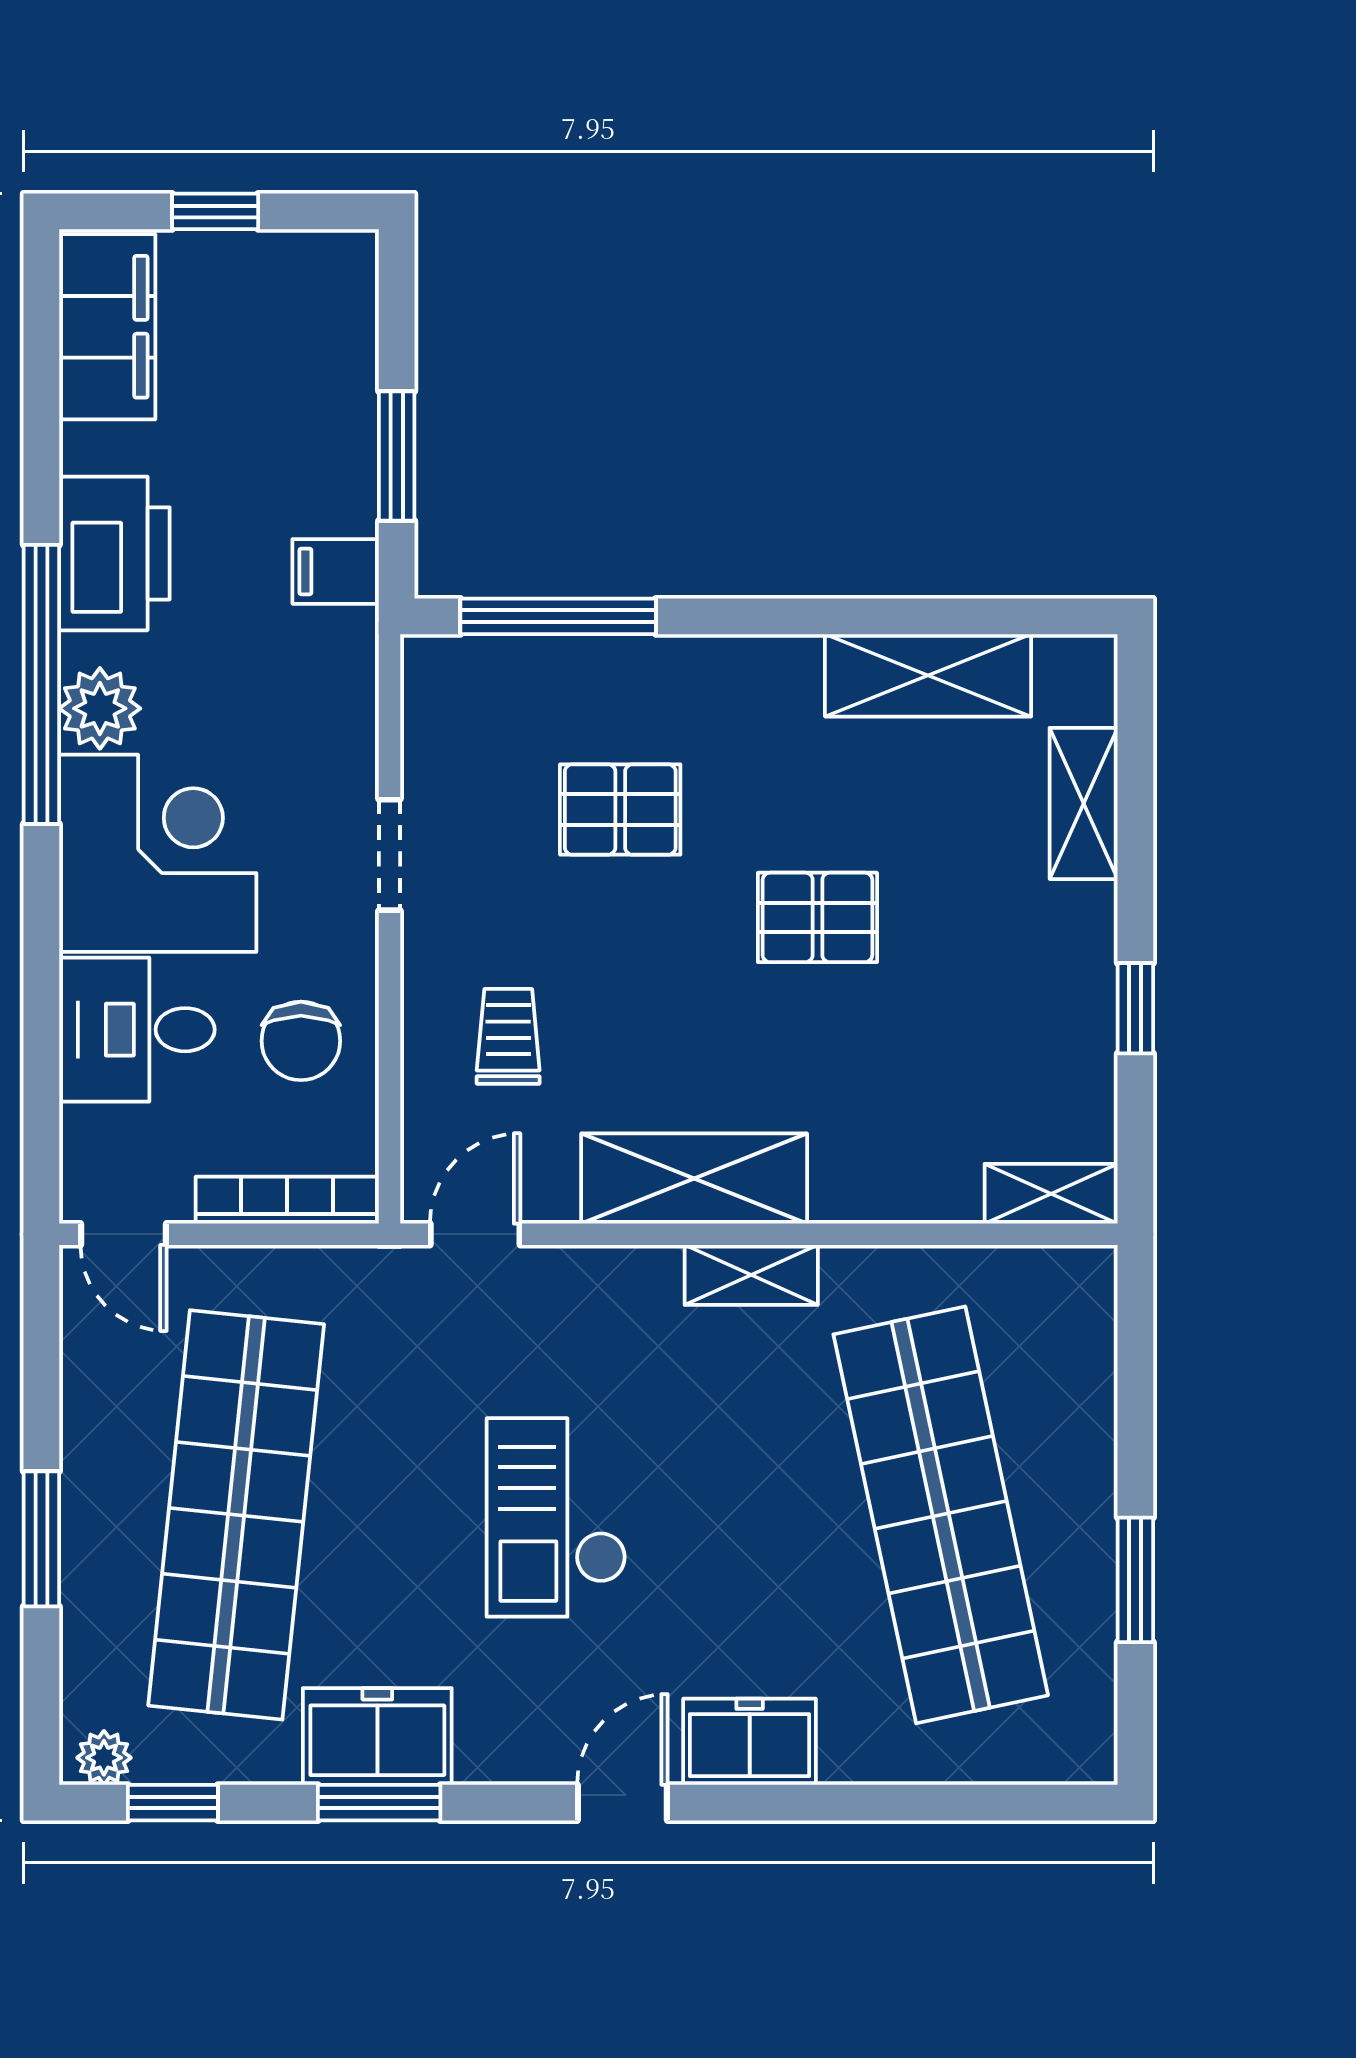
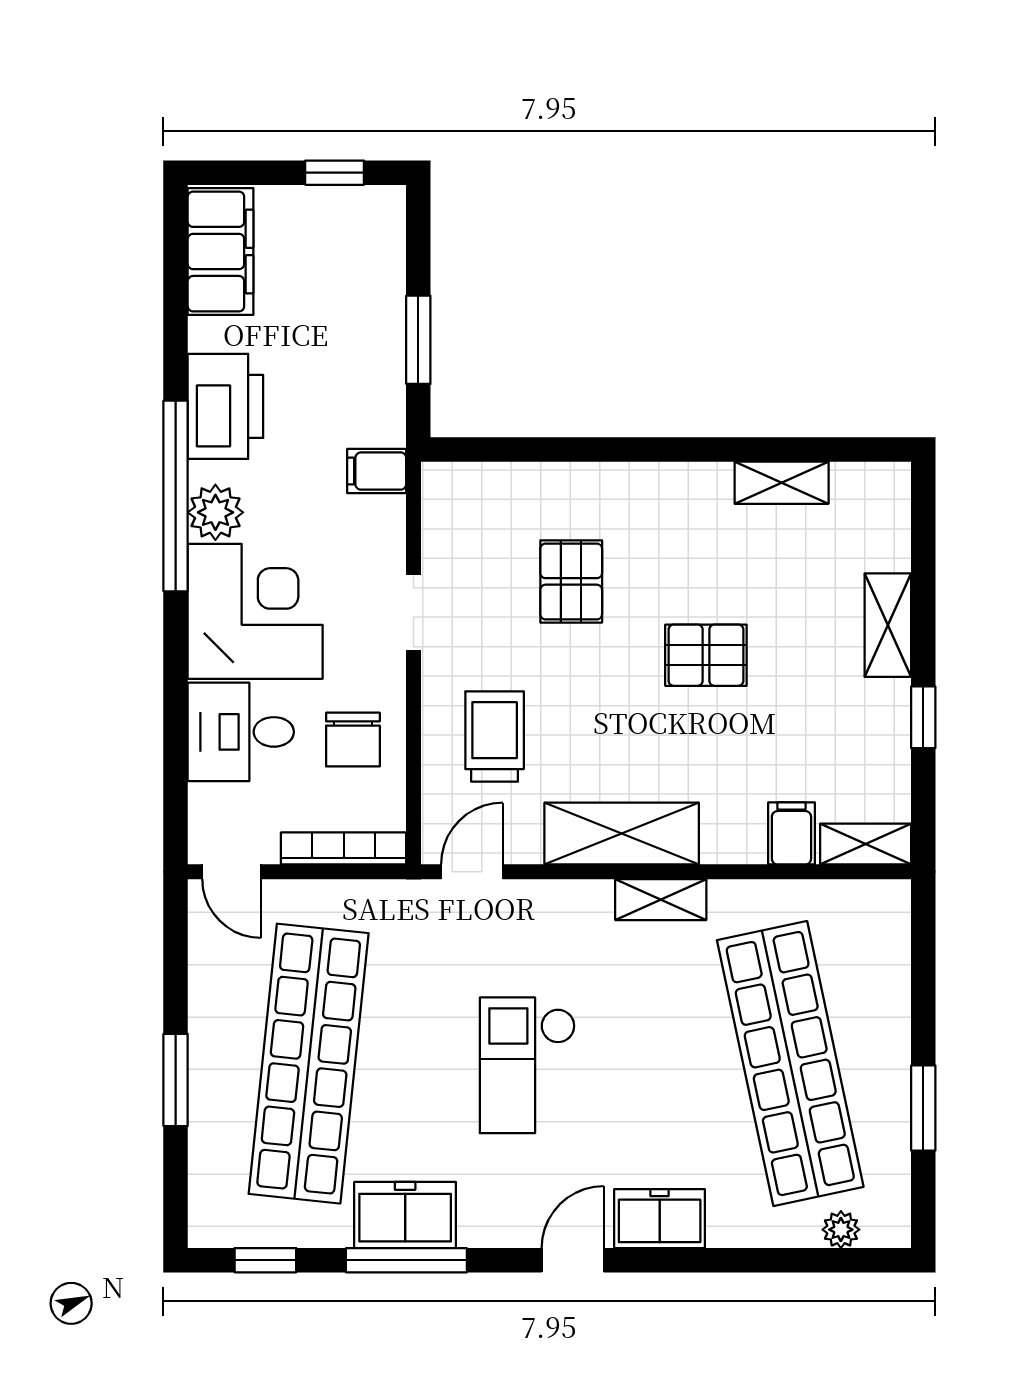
window: (215, 211) -> (335, 173), moved
filing cabinet: (336, 571) -> (377, 471), moved
window: (558, 616) -> (529, 449), removed
shelving: (928, 675) -> (782, 483), width x0.67, depth x0.75
shelving: (1084, 803) -> (888, 625), moved
pallet: (620, 810) -> (571, 581), turned 90
trolley: (508, 1036) -> (495, 737), width x1.36, depth x1.39
filing cabinet: (943, 1178) -> (791, 833), added
plant: (104, 1758) -> (841, 1230), moved
window: (379, 1803) -> (406, 1260), width x1.44

